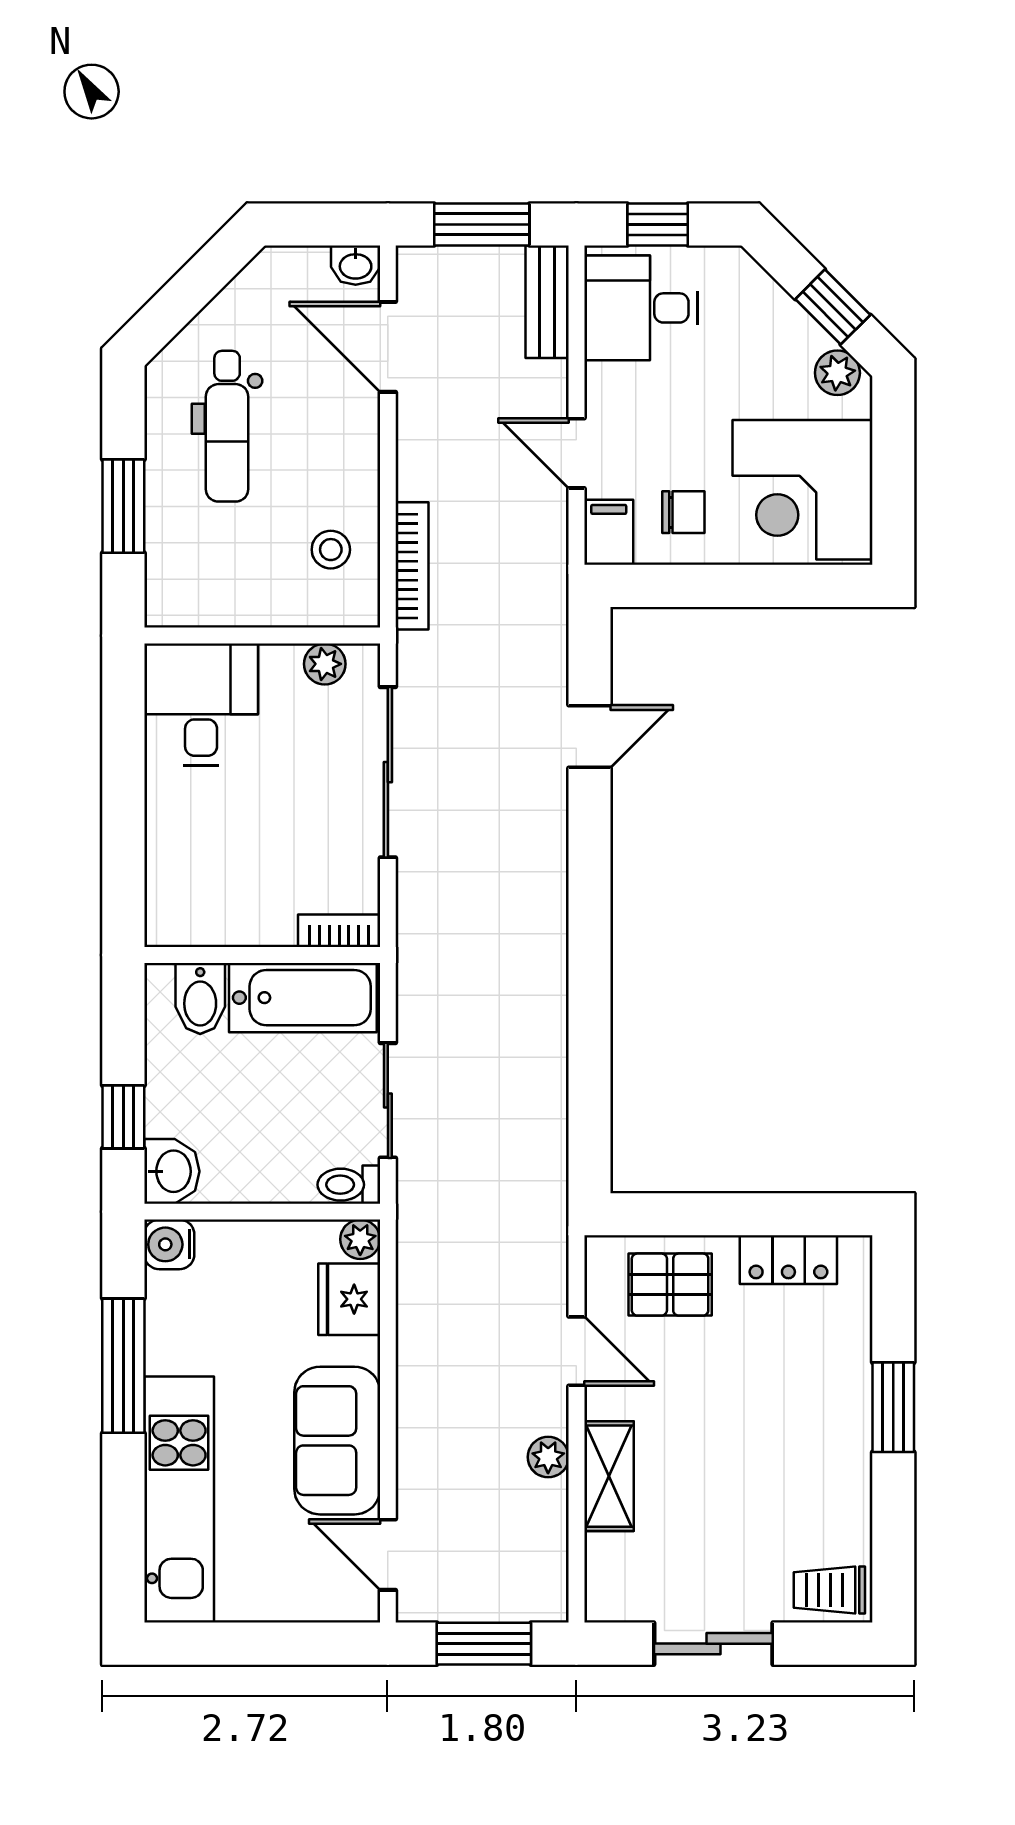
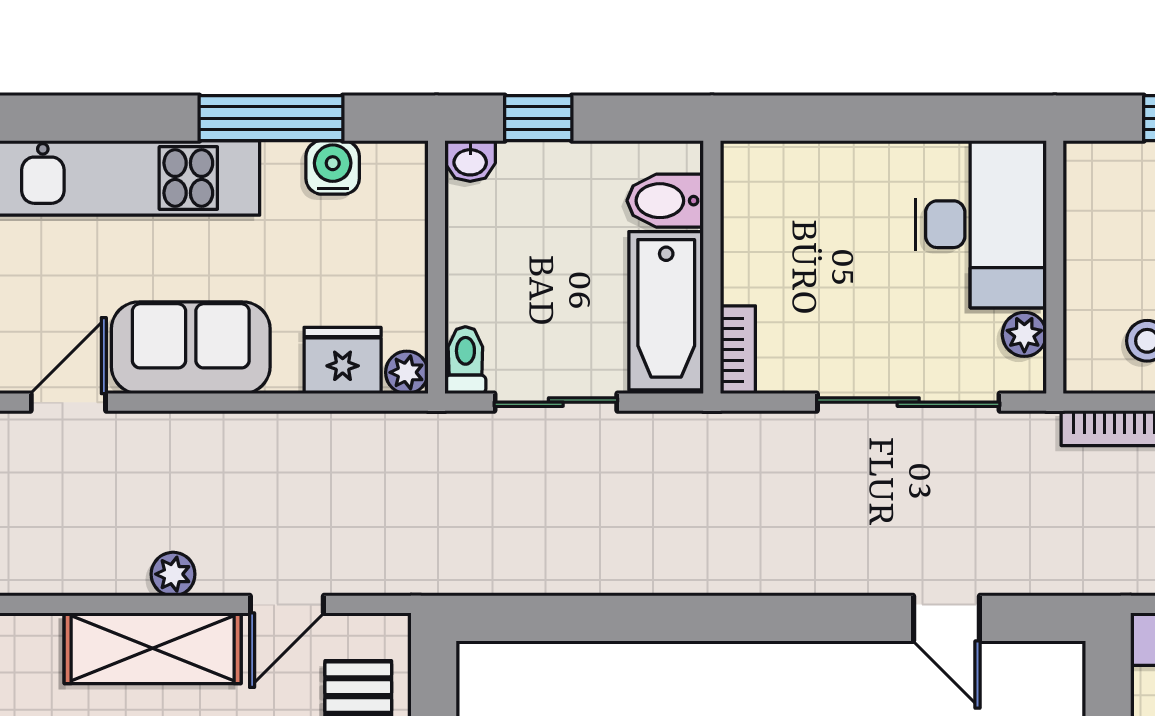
desk: (201, 705) -> (981, 224), width x1.37
washbasin: (172, 1171) -> (470, 161), width x0.72, depth x0.69
water cooler: (169, 1244) -> (333, 167), moved
shelving: (609, 1476) -> (153, 648), width x1.50, depth x1.33

